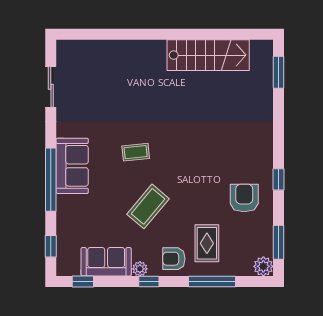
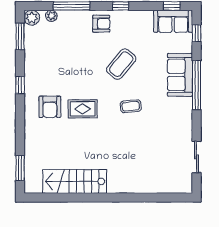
sofa: (72, 166) -> (180, 75), moved
armchair: (244, 198) -> (50, 107), moved
rug: (207, 243) -> (83, 109), moved, turned 90
sofa: (106, 262) -> (173, 21), moved
plant: (140, 269) -> (51, 16), moved

